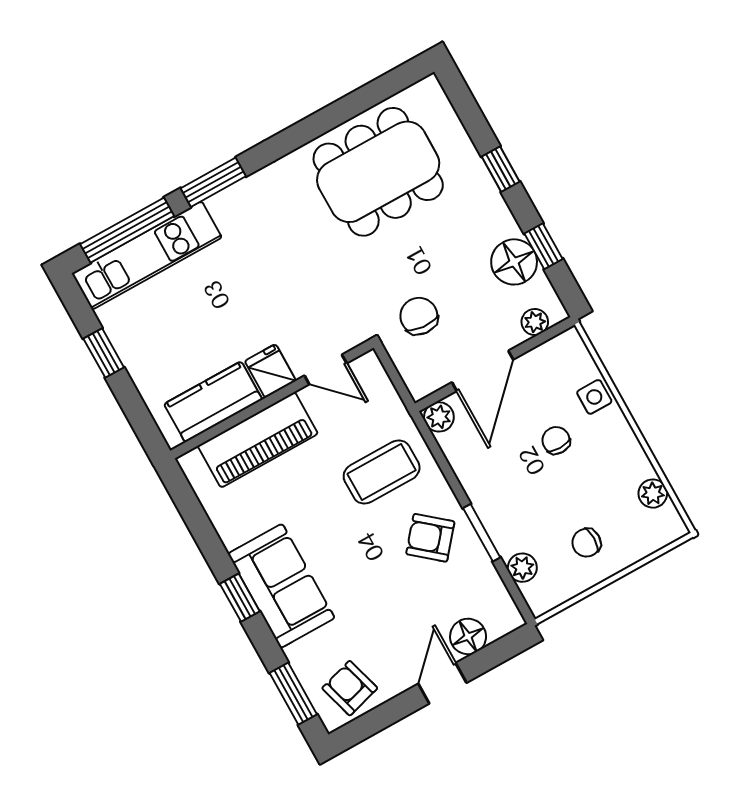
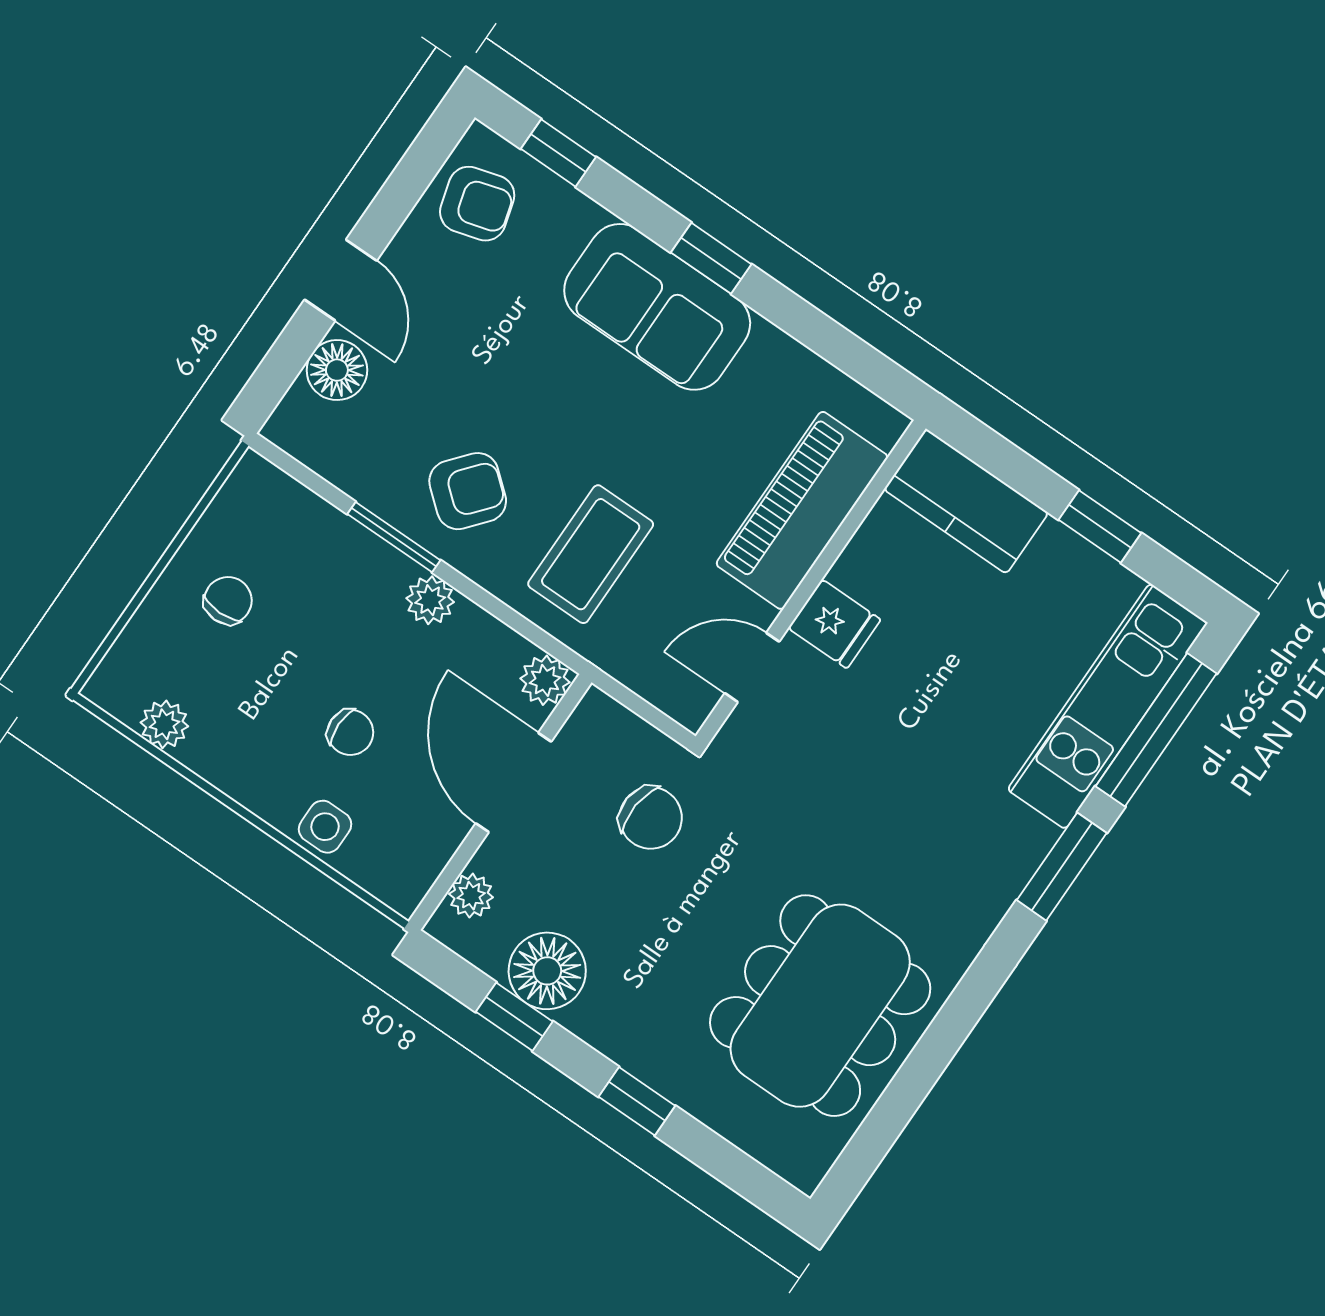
kitchen counter: (213, 402) -> (966, 501), moved, turned 90
plant: (522, 568) -> (430, 600), moved
window: (293, 694) -> (558, 153), width x0.67

